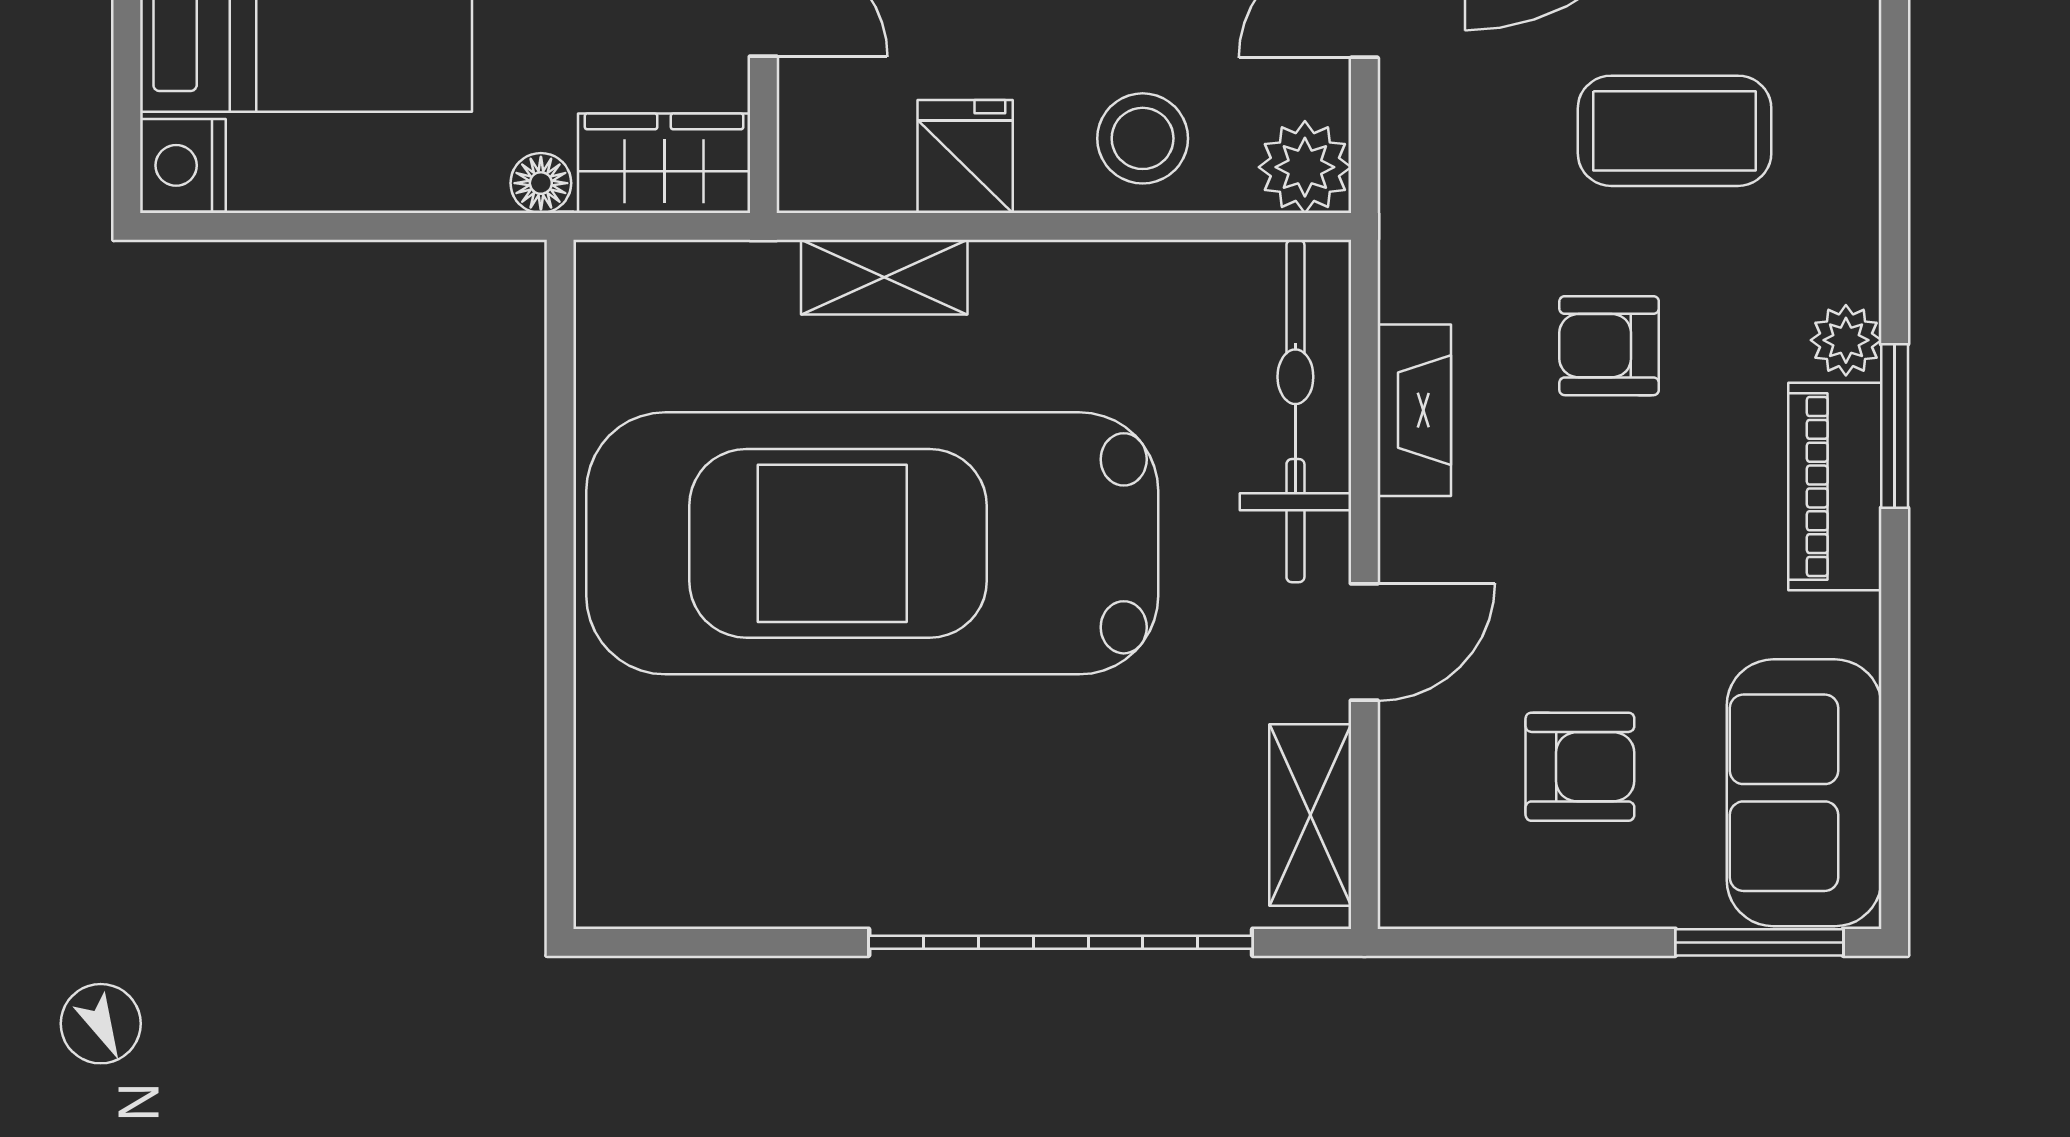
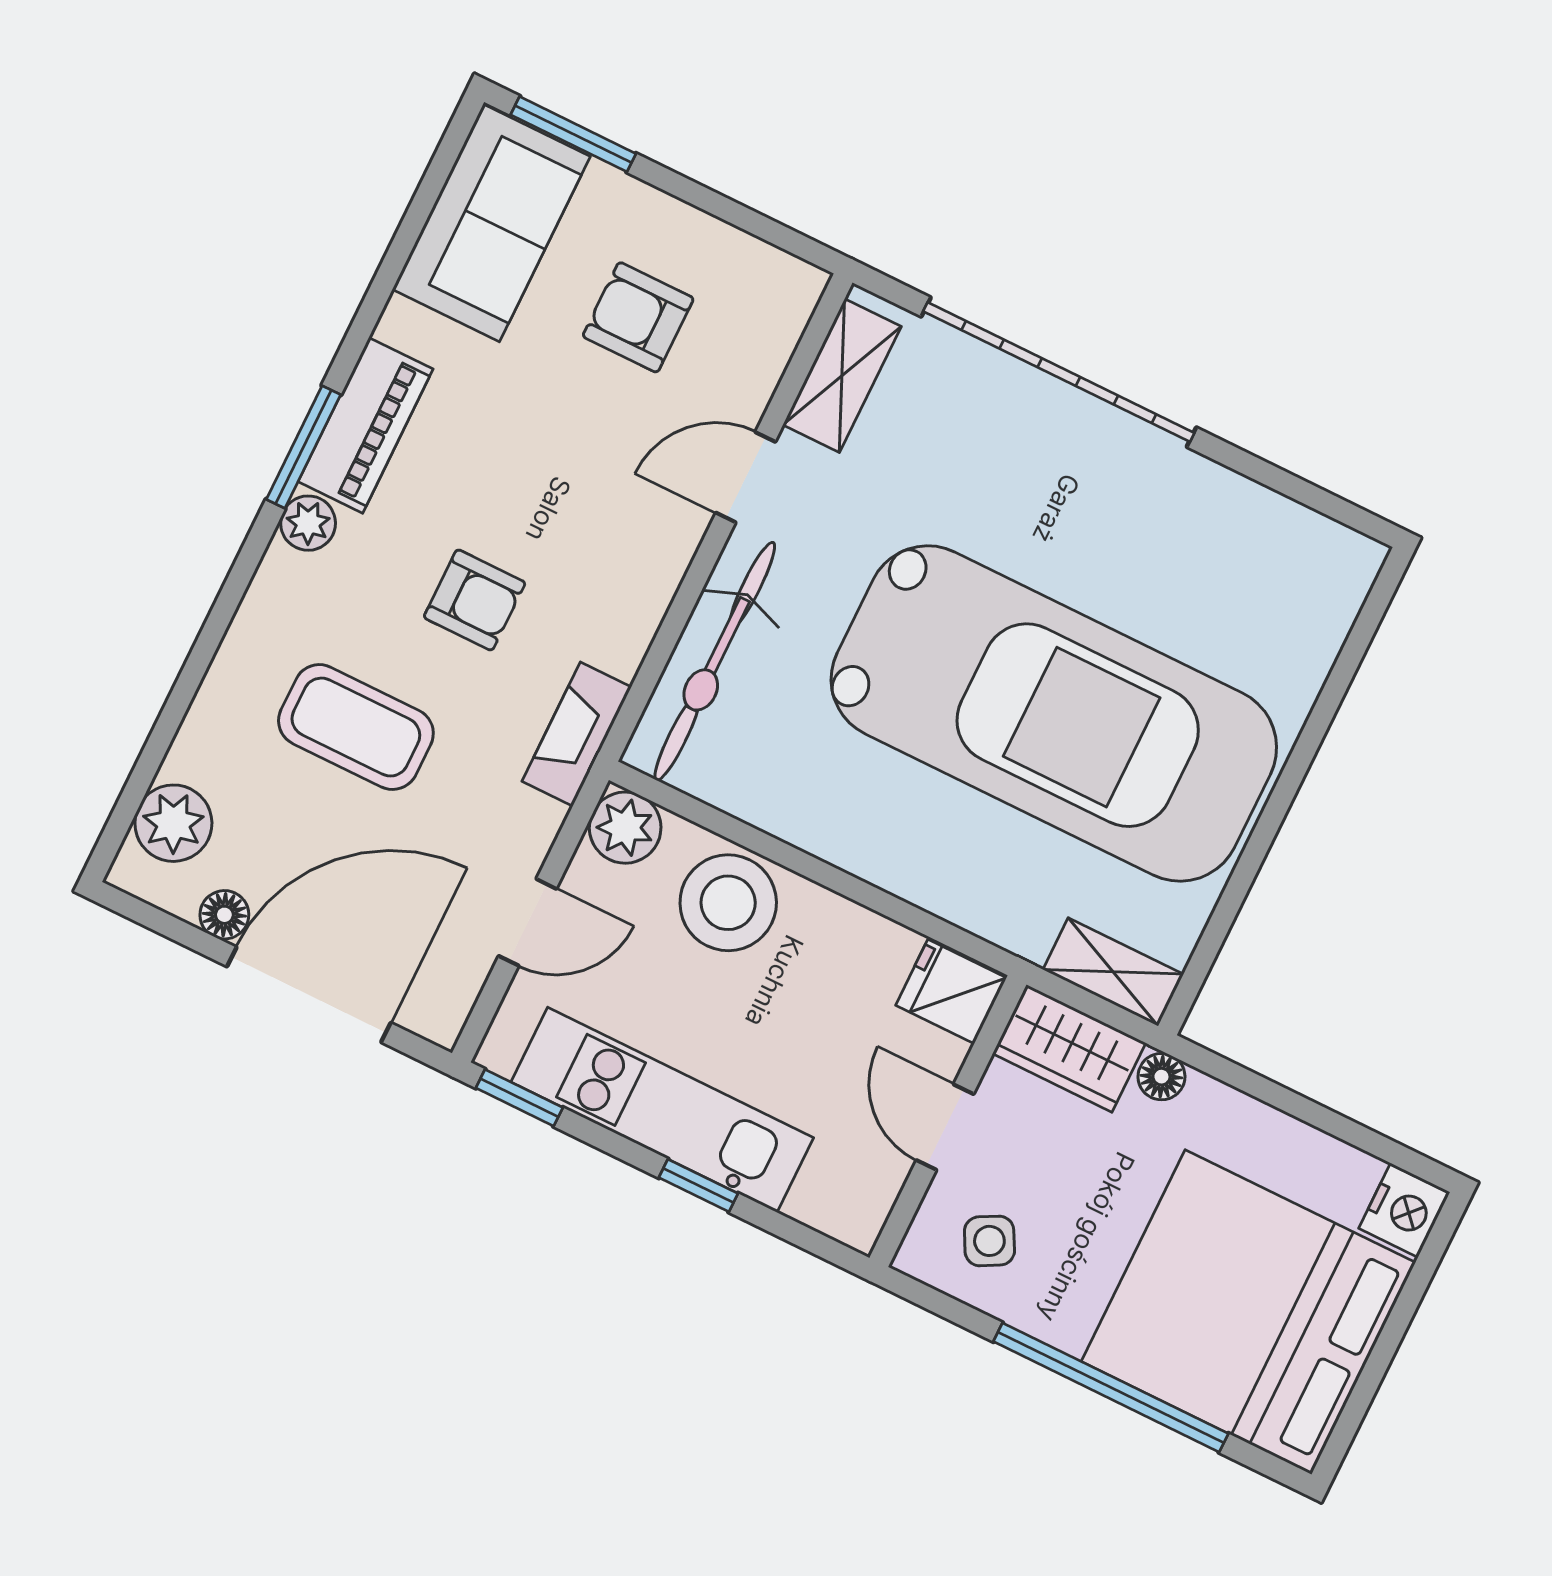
stool: (1143, 138) -> (728, 903), width x1.38, depth x1.38
fridge: (965, 156) -> (951, 992), moved, turned 90
shelving: (884, 277) -> (1113, 972), moved
fireplace: (1414, 410) -> (577, 734), moved

